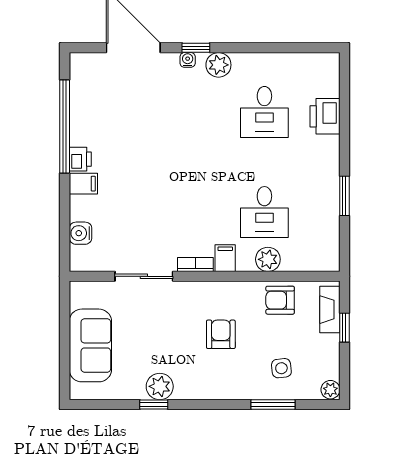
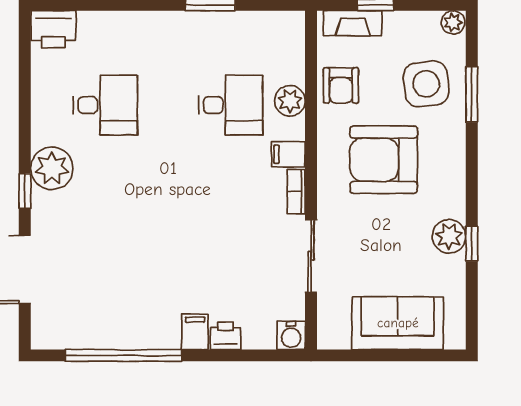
water cooler: (188, 60) -> (40, 201), removed
plant: (218, 65) -> (52, 168), width x1.36, depth x1.36
printer: (325, 116) -> (53, 29), moved
printer: (80, 159) -> (226, 336), moved
water cooler: (81, 233) -> (291, 335), moved
armchair: (221, 334) -> (384, 160), width x1.88, depth x1.88
side table: (281, 368) -> (426, 84), width x1.87, depth x1.87

